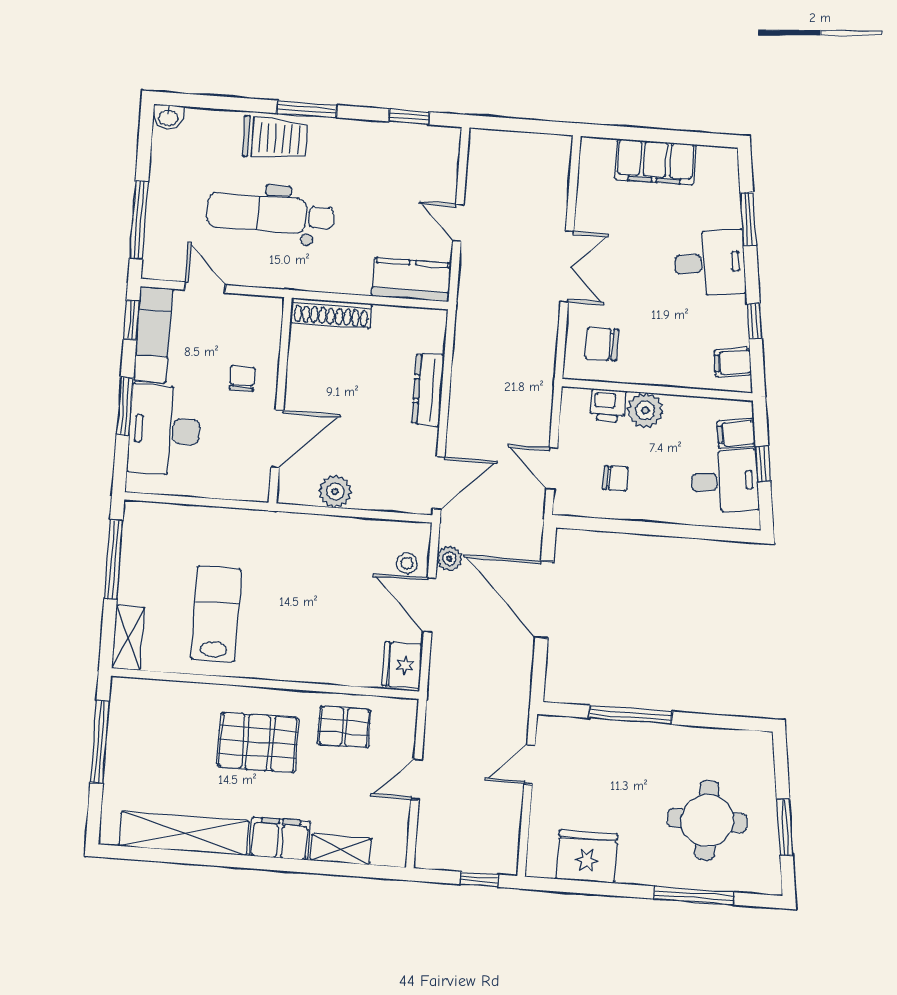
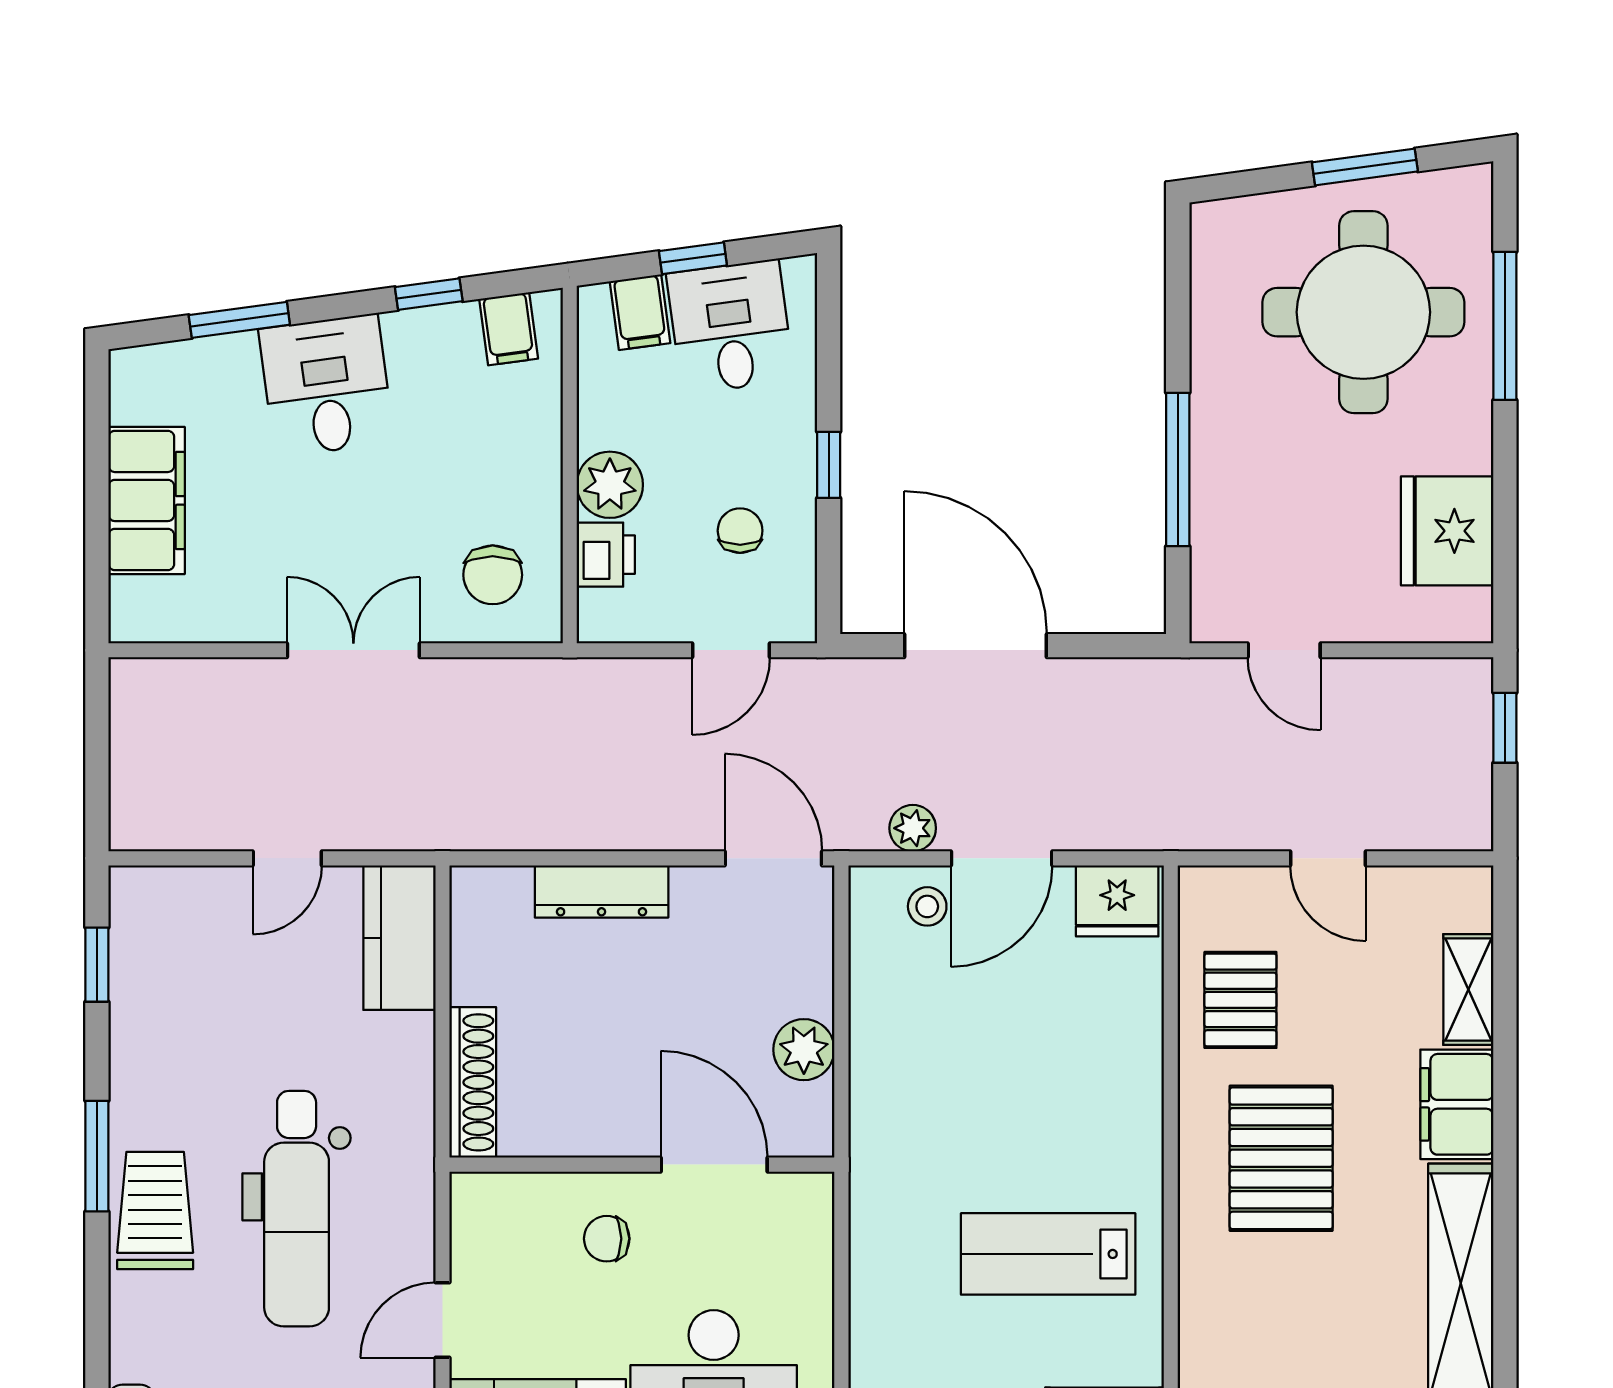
window: (647, 528) -> (829, 465), added
door: (544, 600) -> (976, 646), swing flipped
round table: (707, 820) -> (1363, 312), width x1.36, depth x1.36

